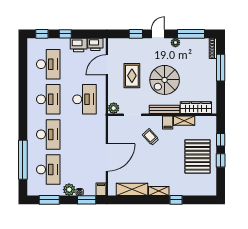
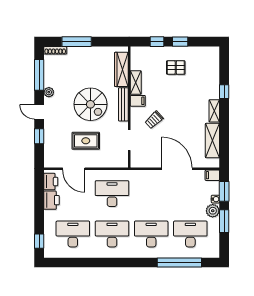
window: (65, 34) -> (39, 215), removed
plant: (114, 108) -> (122, 161), removed
pallet: (198, 156) -> (176, 68), width x0.49, depth x0.50
window: (49, 200) -> (224, 221), moved

